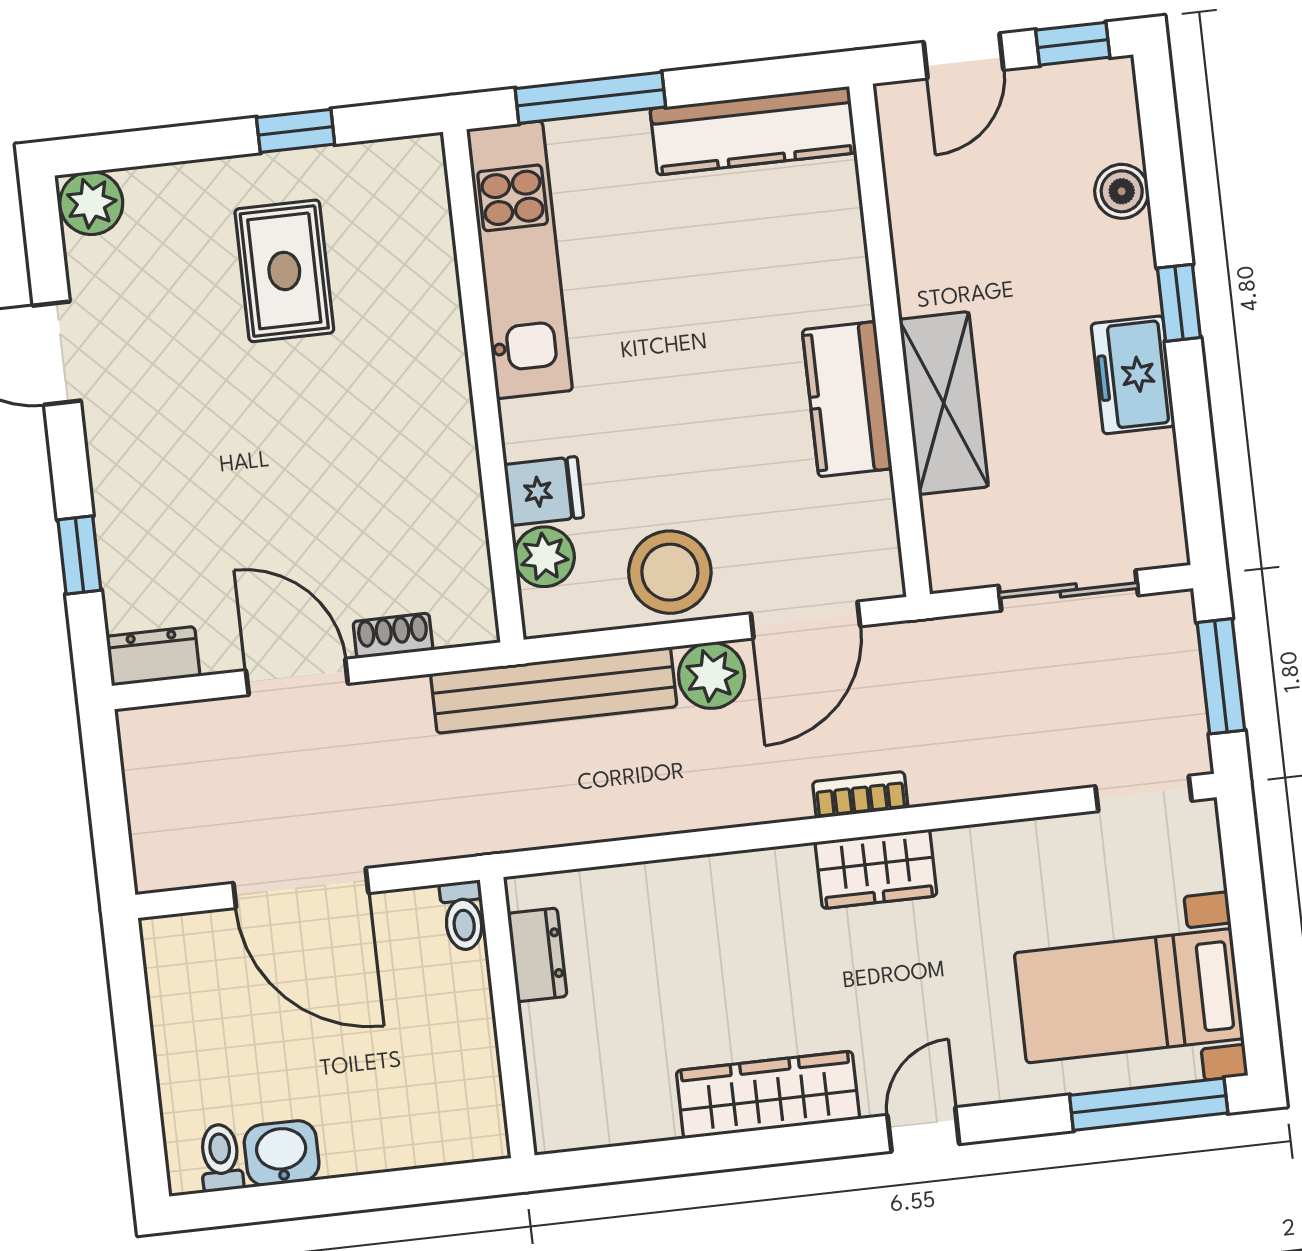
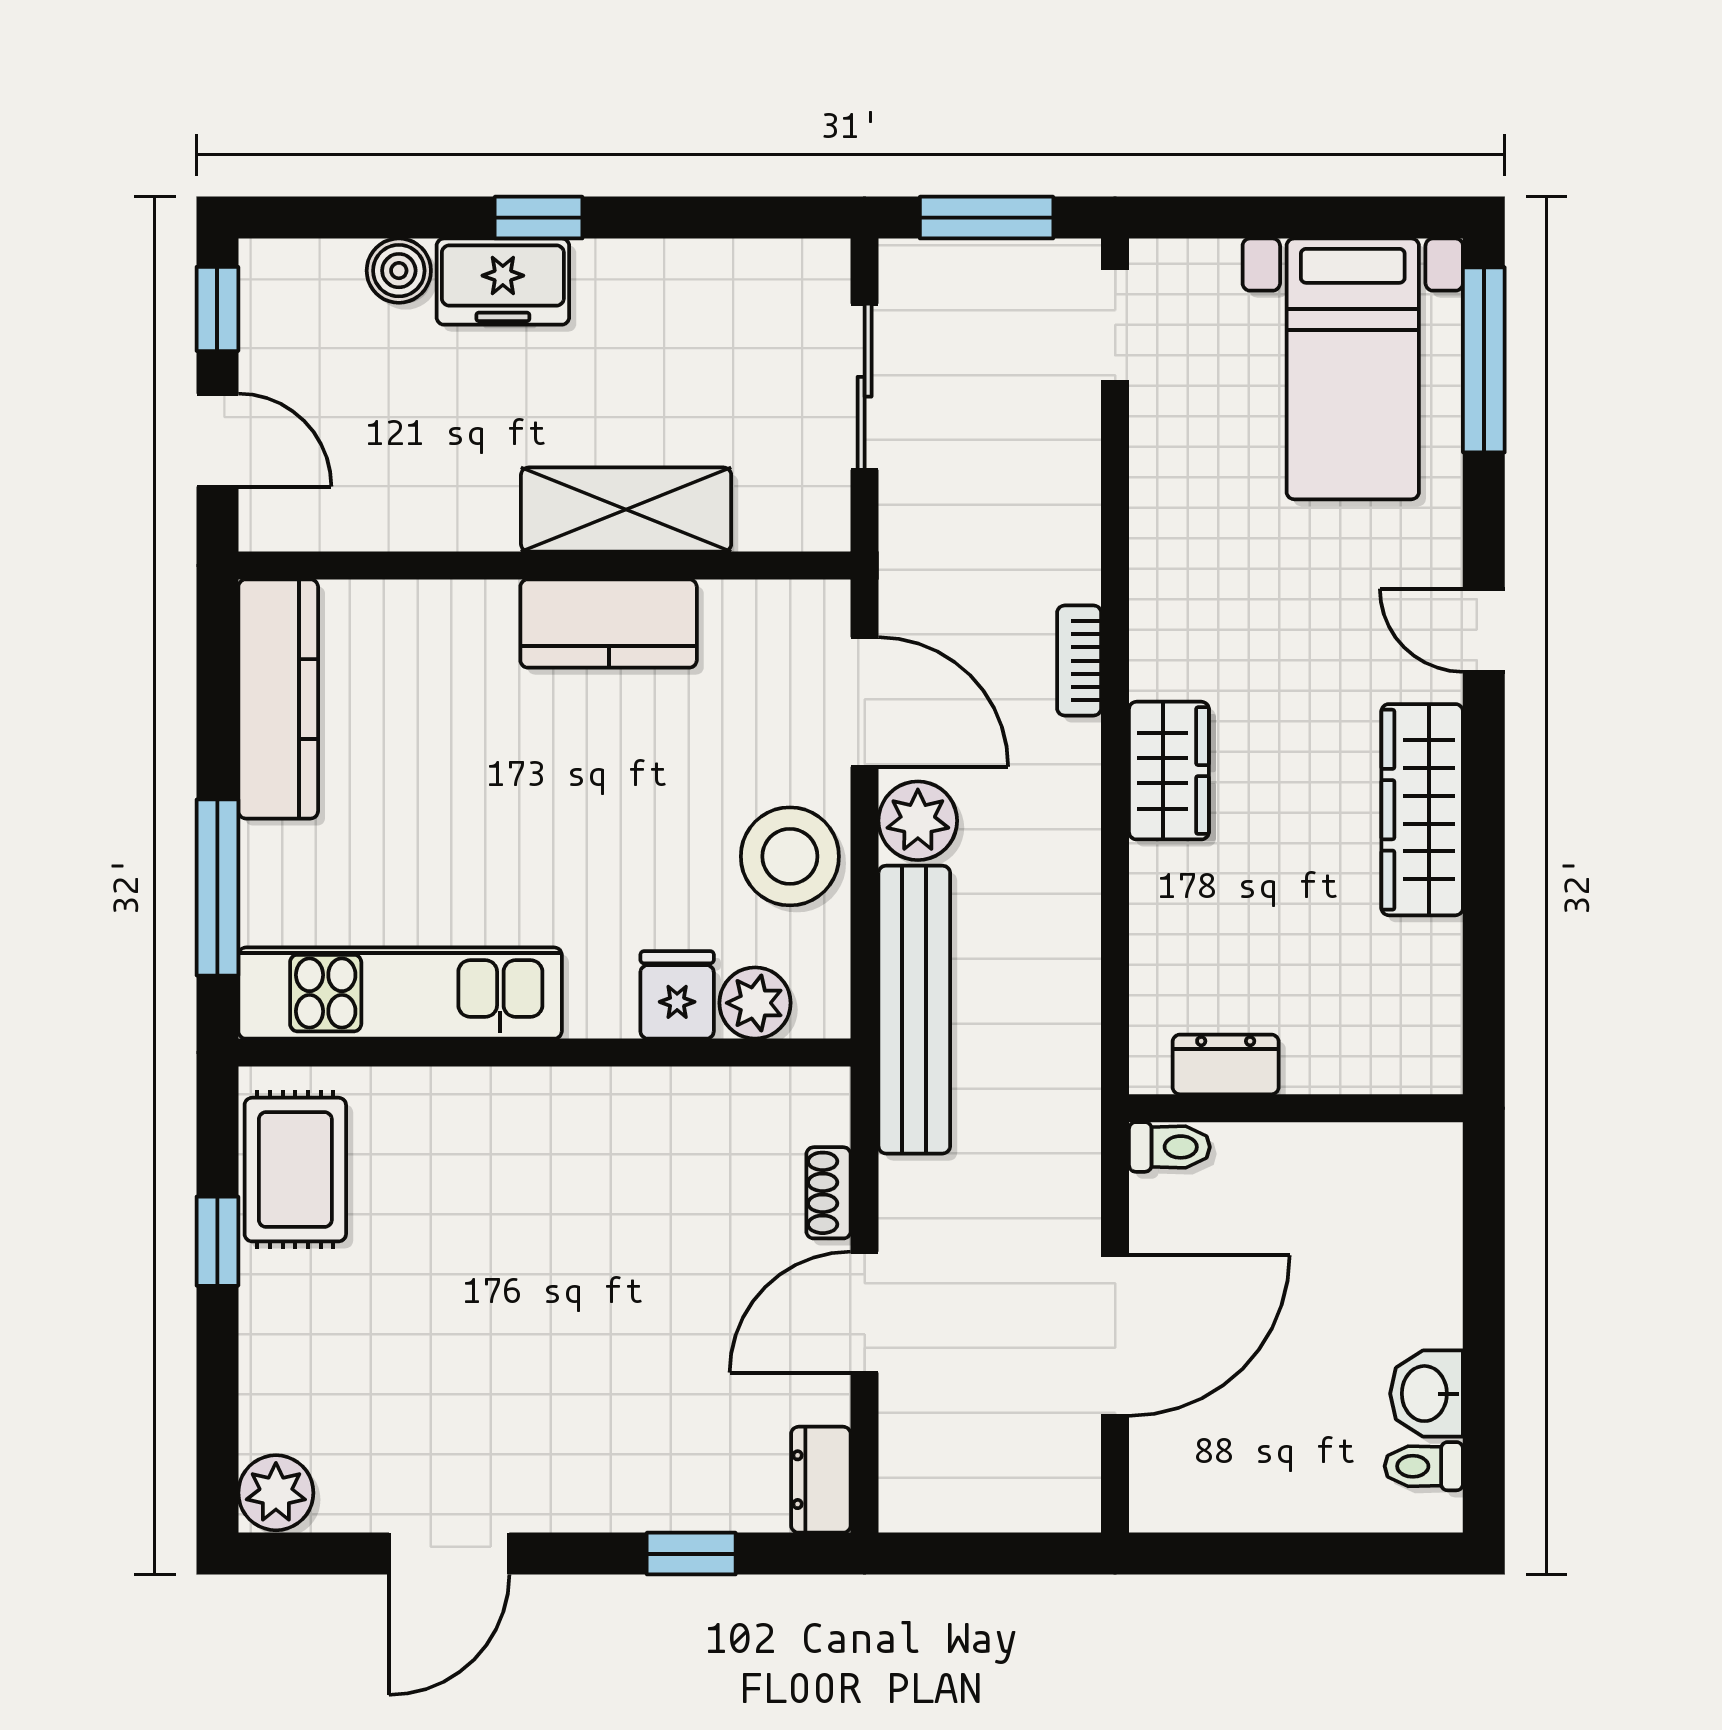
rug: (284, 271) -> (295, 1170), moved, turned 90
freezer: (1133, 375) -> (503, 282), moved
wardrobe: (876, 869) -> (1169, 771), moved

